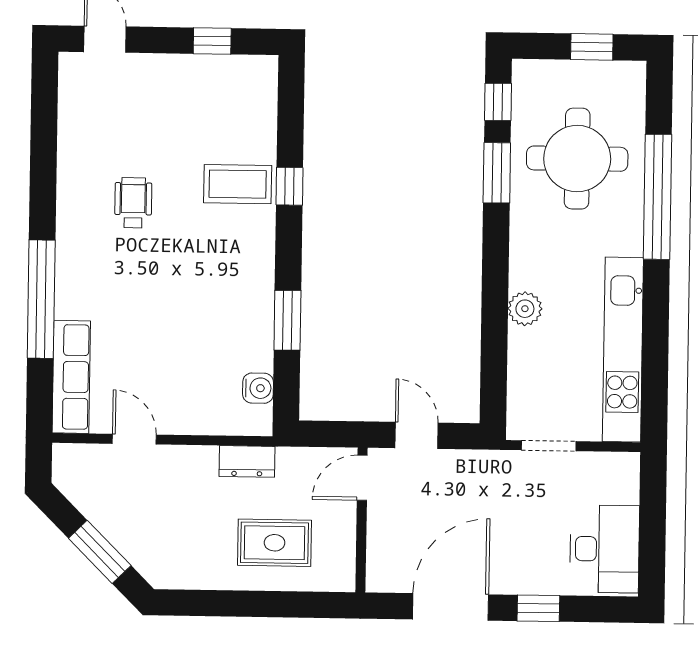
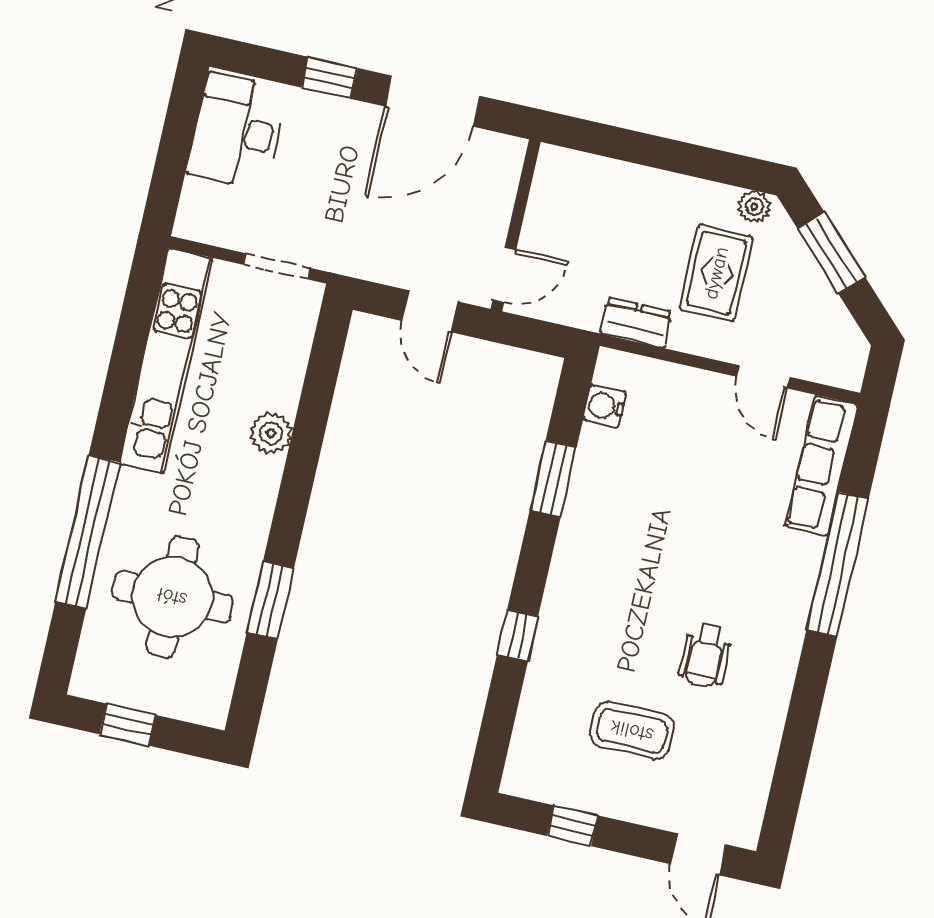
window: (498, 102) -> (252, 683), removed
coffee table: (238, 184) -> (632, 731), moved
rug: (275, 543) -> (716, 273), moved, turned 90
plant: (170, 576) -> (754, 207), added

